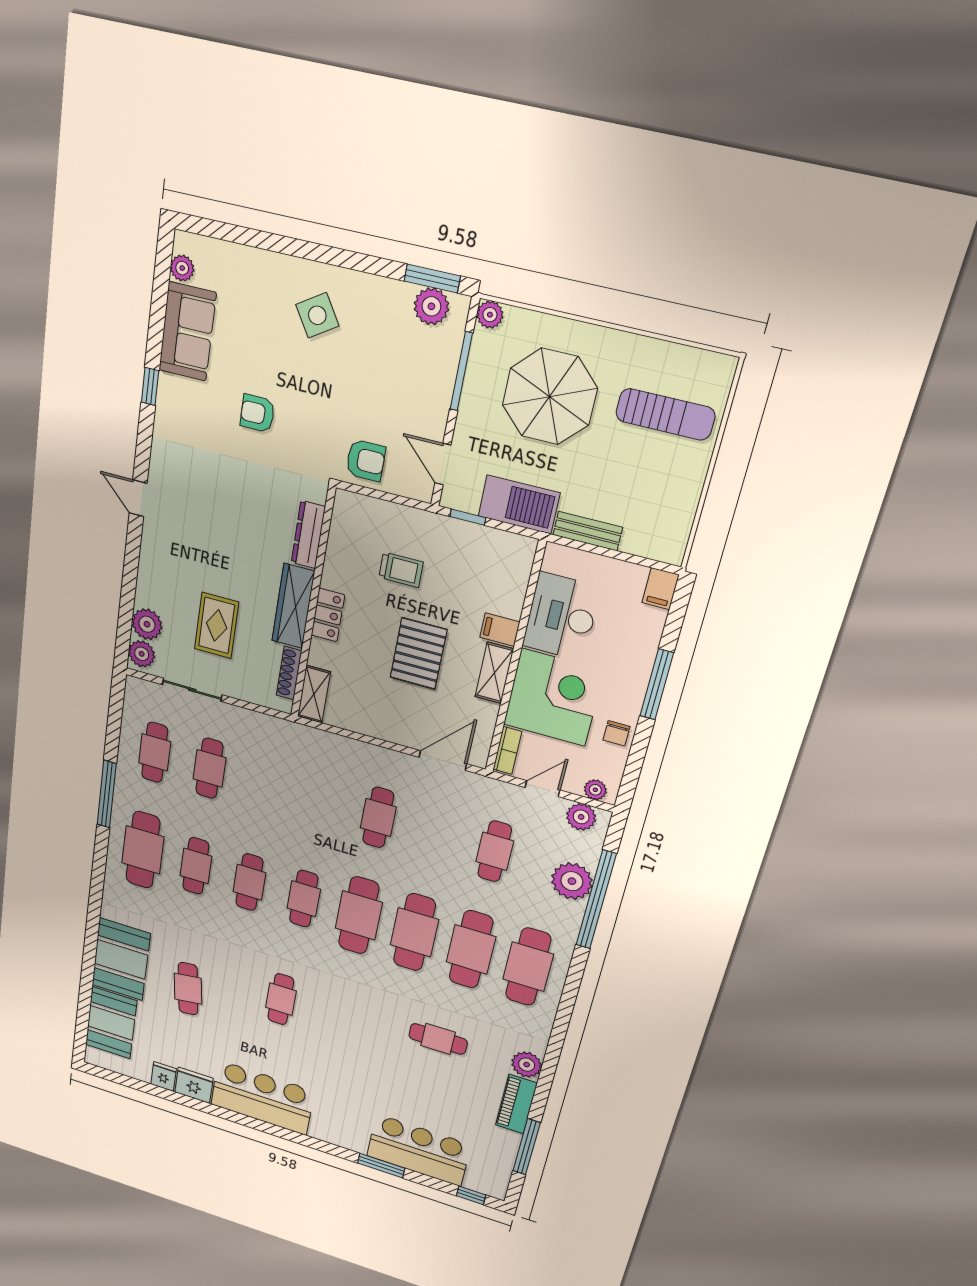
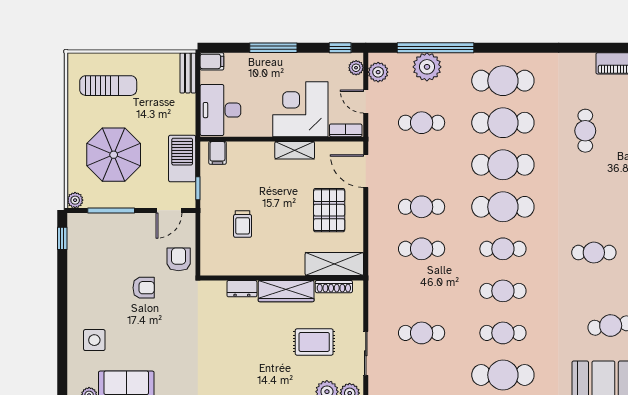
window: (432, 279) -> (62, 238), width x0.67
plant: (431, 306) -> (78, 236), removed
side table: (317, 315) -> (94, 340), moved, turned 32
armchair: (257, 413) -> (144, 288), moved, turned -90
sun lounger: (665, 414) -> (108, 86), turned 90
bench: (588, 531) -> (188, 73), moved
dresser: (308, 535) -> (242, 289), width x0.70
trolley: (401, 570) -> (243, 224), turned 180
locker: (328, 615) -> (286, 267), removed
desk: (561, 617) -> (220, 110), moved, turned 90
filing cabinet: (500, 630) -> (217, 153), moved
pallet: (418, 654) -> (329, 210), moved, turned 90
shelving: (314, 694) -> (334, 264), width x1.50, depth x1.33
chair: (616, 733) -> (313, 64), removed
cafe table: (155, 752) -> (422, 249), moved
window: (631, 777) -> (340, 48), added
plant: (527, 1065) -> (583, 64), removed

